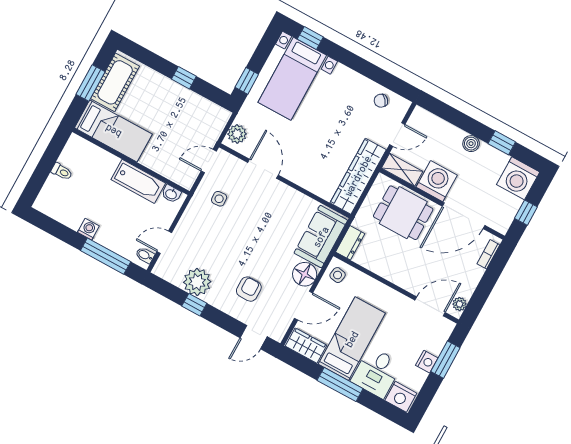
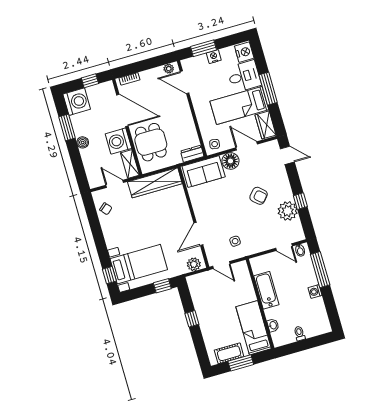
cot: (115, 82) -> (229, 353), width x0.73, depth x0.75
window: (502, 143) -> (67, 127), width x1.50
washbasin: (171, 194) -> (273, 325), moved
armchair: (249, 289) -> (259, 196), moved, turned -138

